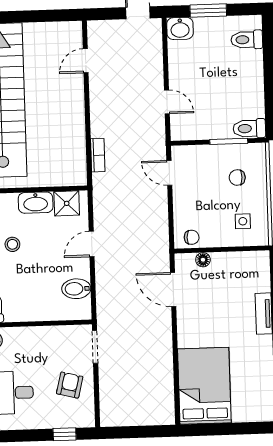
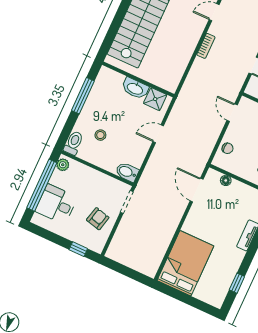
bookcase: (98, 155) -> (206, 46), moved
chair: (192, 237) -> (228, 148), moved
stool: (12, 244) -> (100, 135), moved
bidet: (76, 289) -> (127, 172), moved

